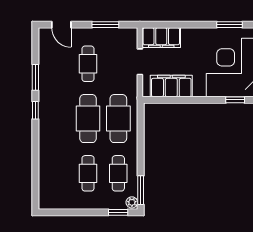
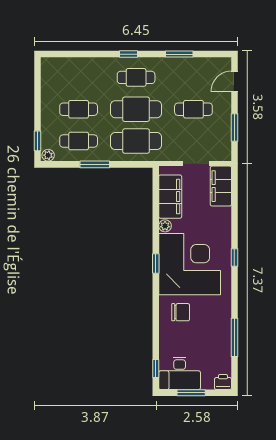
window: (229, 25) -> (234, 258), width x0.67
plant: (199, 91) -> (165, 226), added
window: (35, 110) -> (129, 54), moved
cafe table: (58, 119) -> (136, 77), added
window: (141, 190) -> (95, 164), moved

